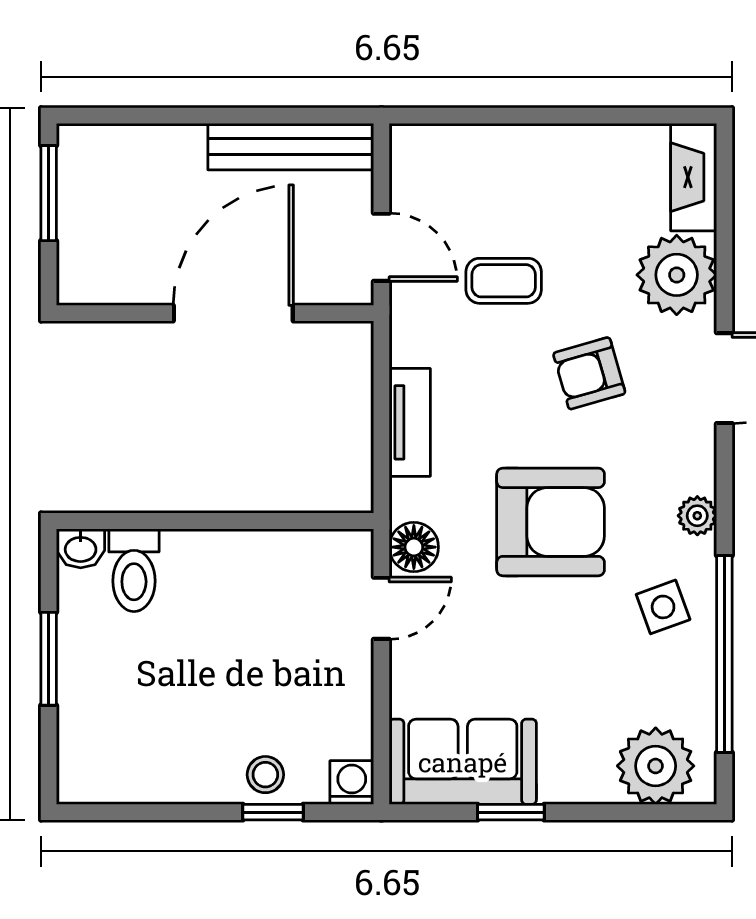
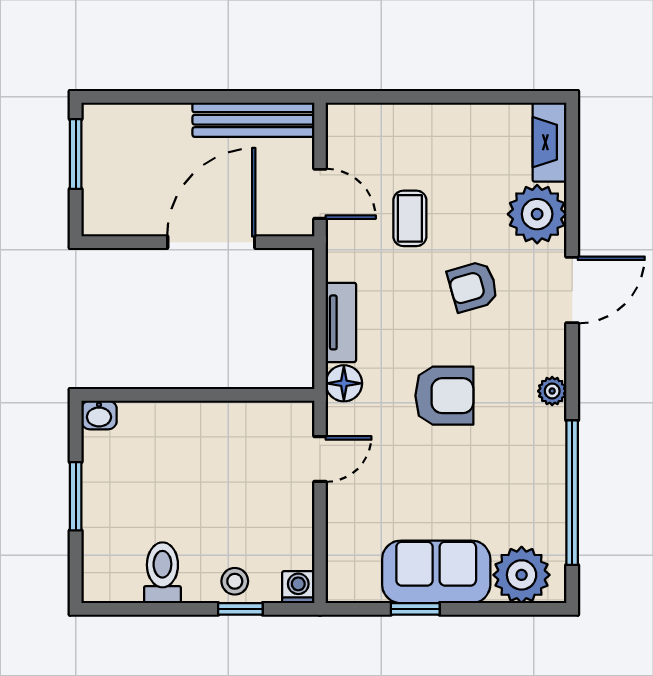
coffee table: (504, 281) -> (410, 218), turned 90
armchair: (551, 522) -> (444, 396), width x0.73, depth x0.73
floor lamp: (414, 547) -> (344, 383), moved
toilet: (134, 570) -> (162, 573), moved, turned 180
side table: (663, 607) -> (527, 458), removed
sofa: (463, 762) -> (436, 572), moved

